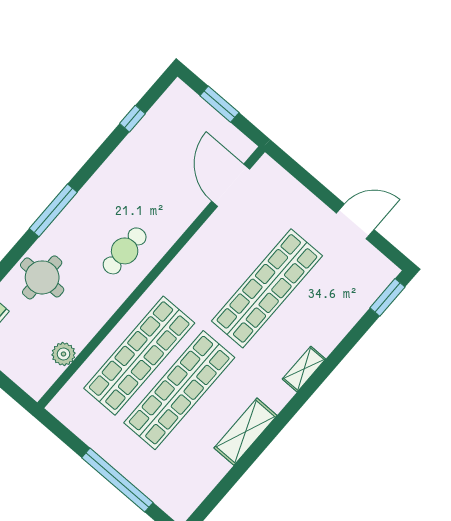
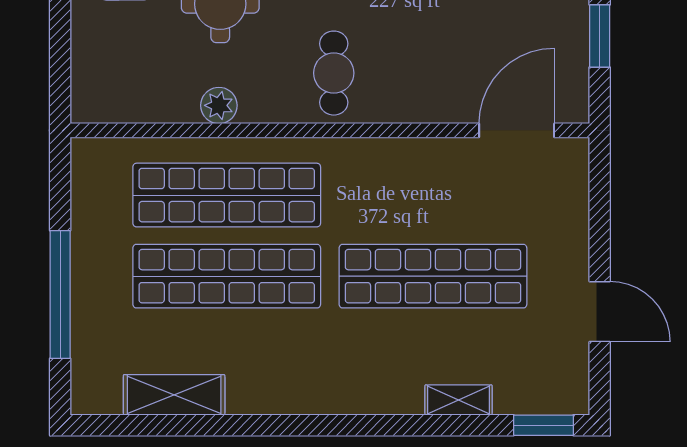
cafe table: (125, 251) -> (334, 73), turned 90
plant: (64, 354) -> (219, 105), moved
shelving: (304, 369) -> (459, 400), moved
shelving: (245, 432) -> (174, 395), moved

